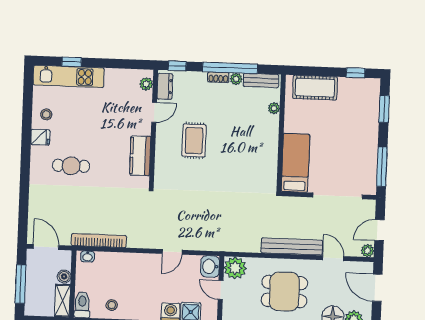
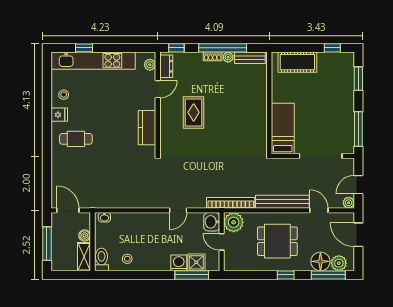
kitchen unit: (69, 76) -> (93, 61), width x1.36
plant: (274, 108) -> (262, 82), removed
cafe table: (71, 166) -> (76, 139), moved
bookcase: (99, 241) -> (231, 203), moved

